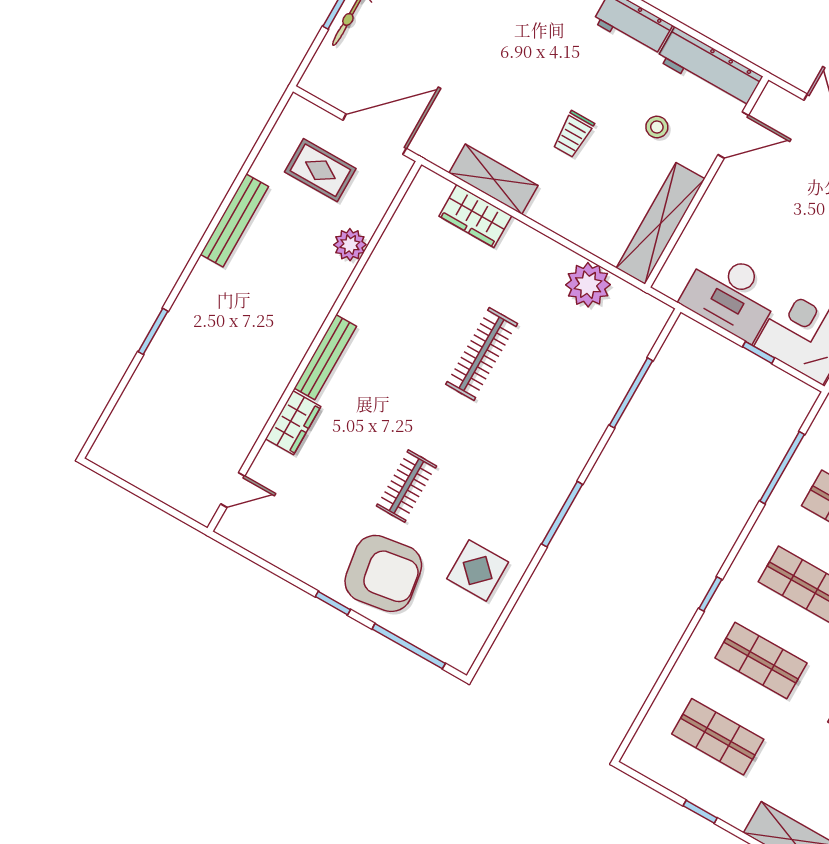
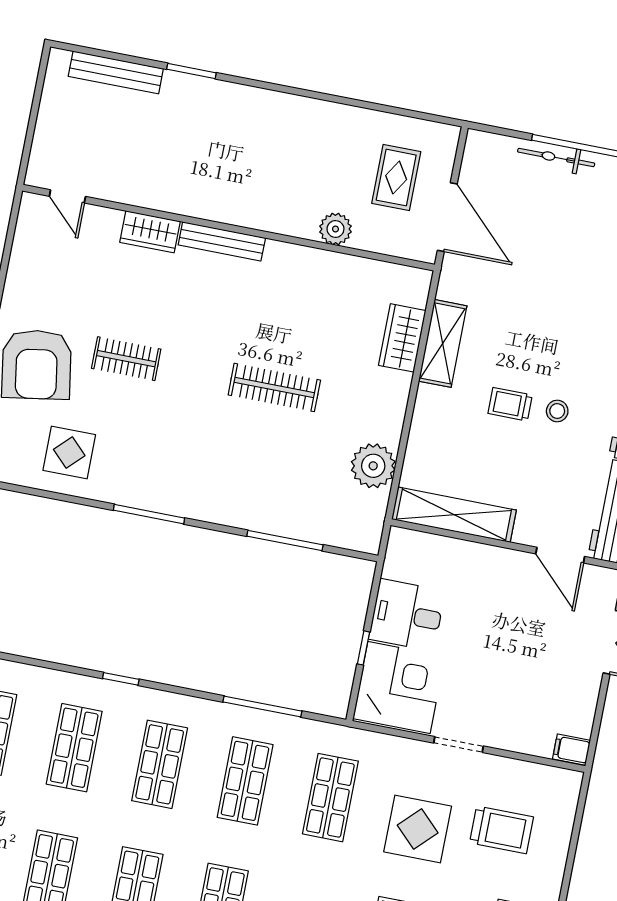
stool: (657, 127) -> (557, 411), moved
bench: (234, 220) -> (116, 72), moved
desk: (731, 295) -> (407, 615), width x0.73

